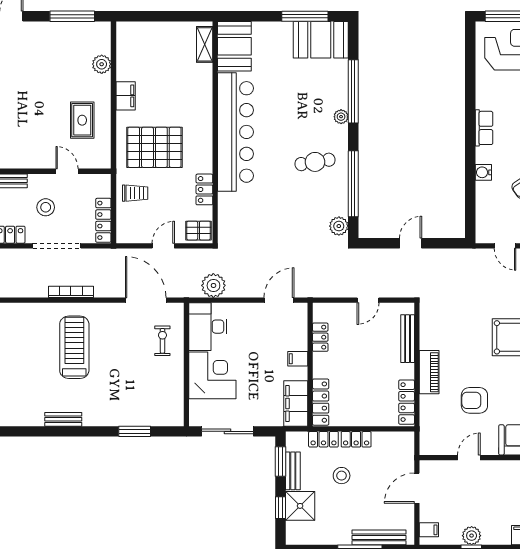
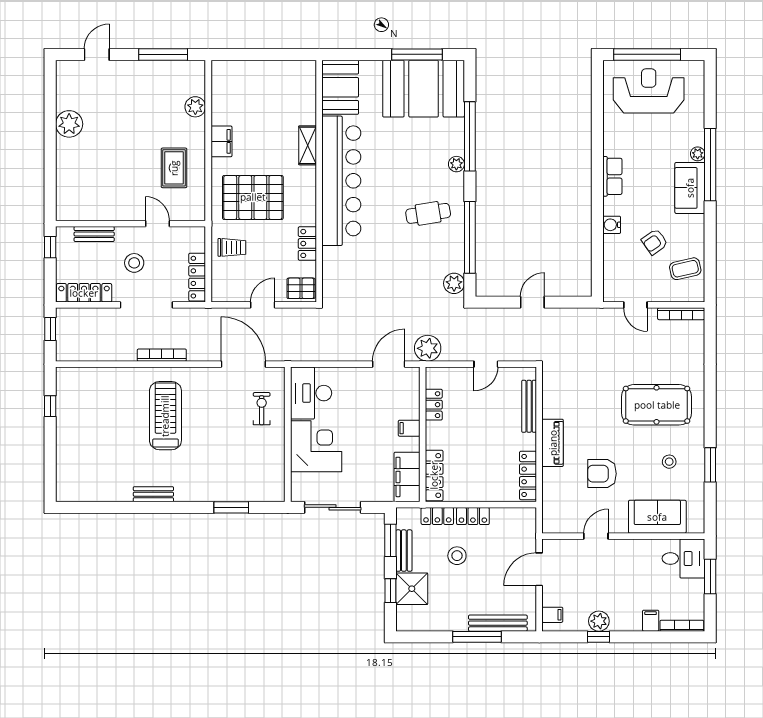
booth: (321, 40) -> (424, 89), width x1.36, depth x1.42
shelving: (205, 44) -> (308, 145), moved
plant: (213, 285) -> (428, 348), moved

